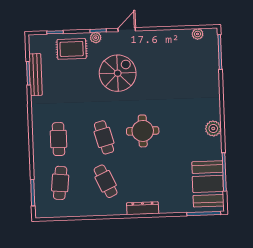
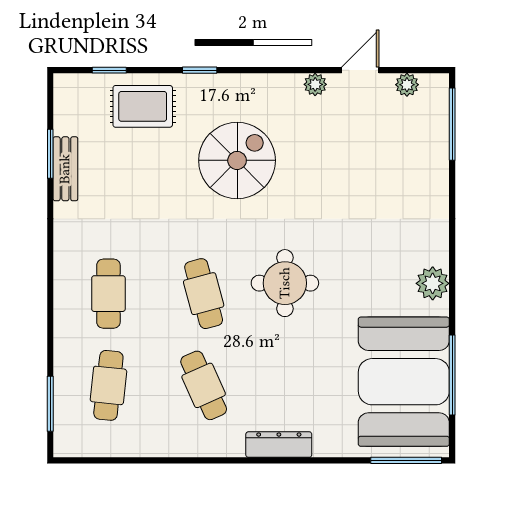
door: (127, 30) -> (360, 70), moved
plant: (96, 38) -> (315, 84), moved
bench: (36, 75) -> (65, 169), width x0.73
booth: (208, 184) -> (404, 382), width x1.36, depth x1.42

